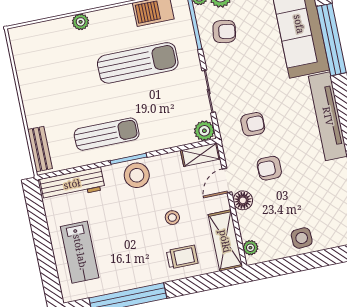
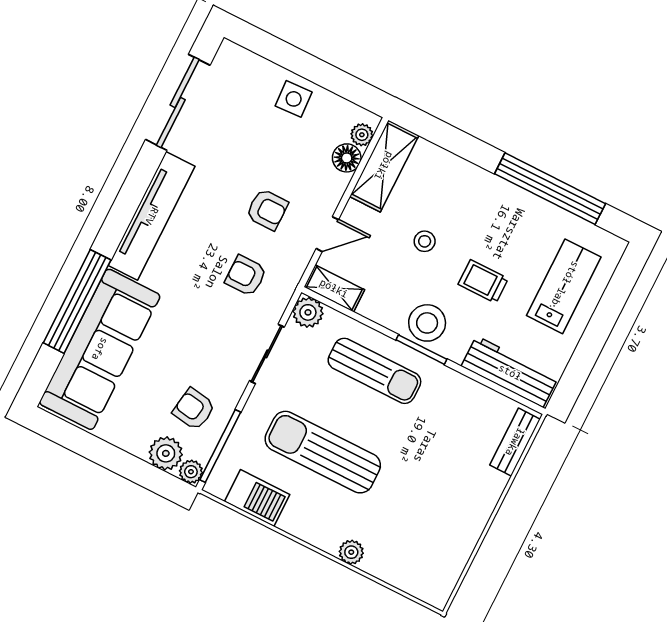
sun lounger: (107, 134) -> (374, 371), moved, turned 180
floor lamp: (243, 200) -> (347, 158), moved
trolley: (182, 257) -> (483, 281), moved

